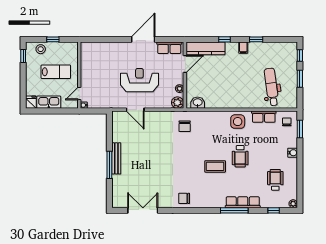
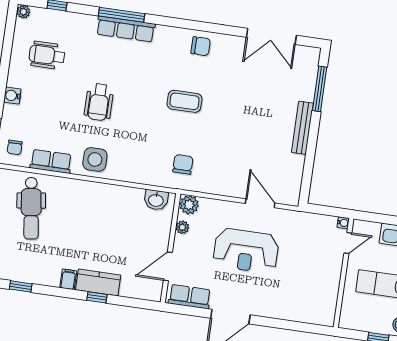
window: (256, 39) -> (21, 286), moved
kitchen counter: (205, 48) -> (98, 282), moved, width x0.67
wheelchair: (240, 156) -> (99, 102), turned 180
window: (109, 165) -> (320, 89), moved
coffee table: (215, 166) -> (184, 101), moved
wheelchair: (275, 180) -> (47, 55), turned 90
row of seats: (243, 202) -> (126, 29), moved

